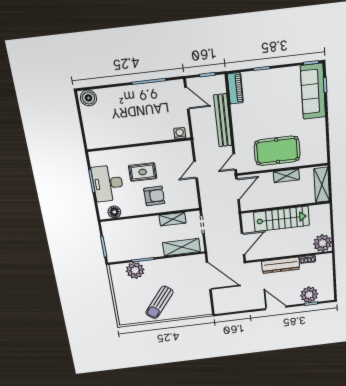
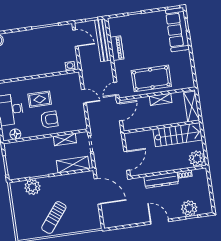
piano: (235, 88) -> (117, 48), moved
bench: (223, 120) -> (103, 40), moved
door: (196, 170) -> (84, 96), swing flipped
stairs: (281, 219) -> (178, 135), moved

